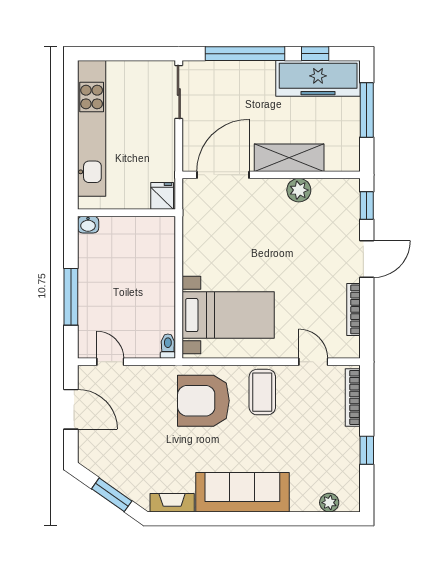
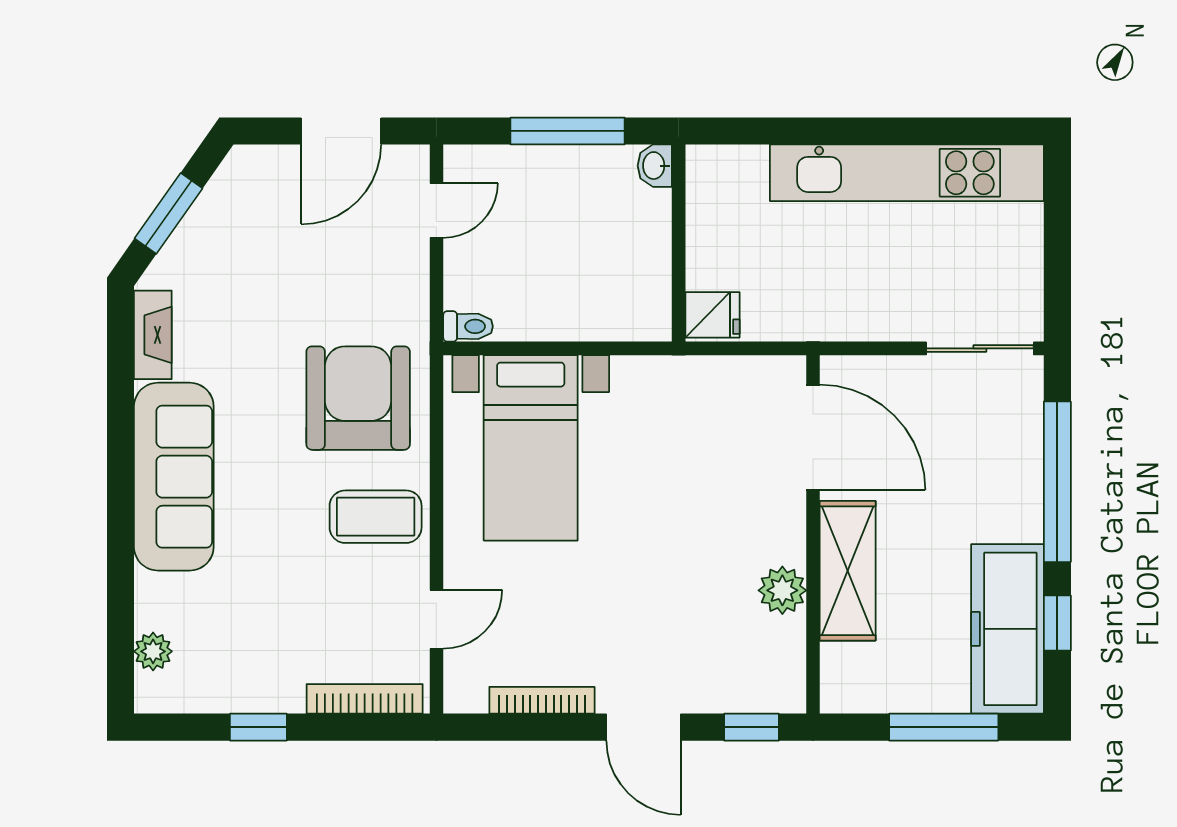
fridge: (162, 196) -> (712, 315), moved
wall: (126, 213) -> (679, 243), moved
washbasin: (88, 225) -> (655, 166), moved

